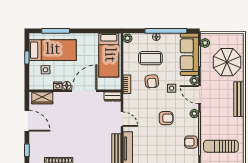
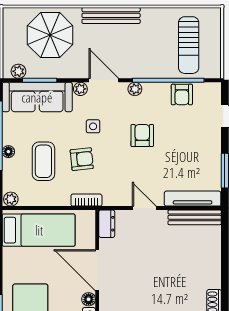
door: (200, 95) -> (104, 80), swing flipped
door: (122, 119) -> (144, 208), hinge flipped

